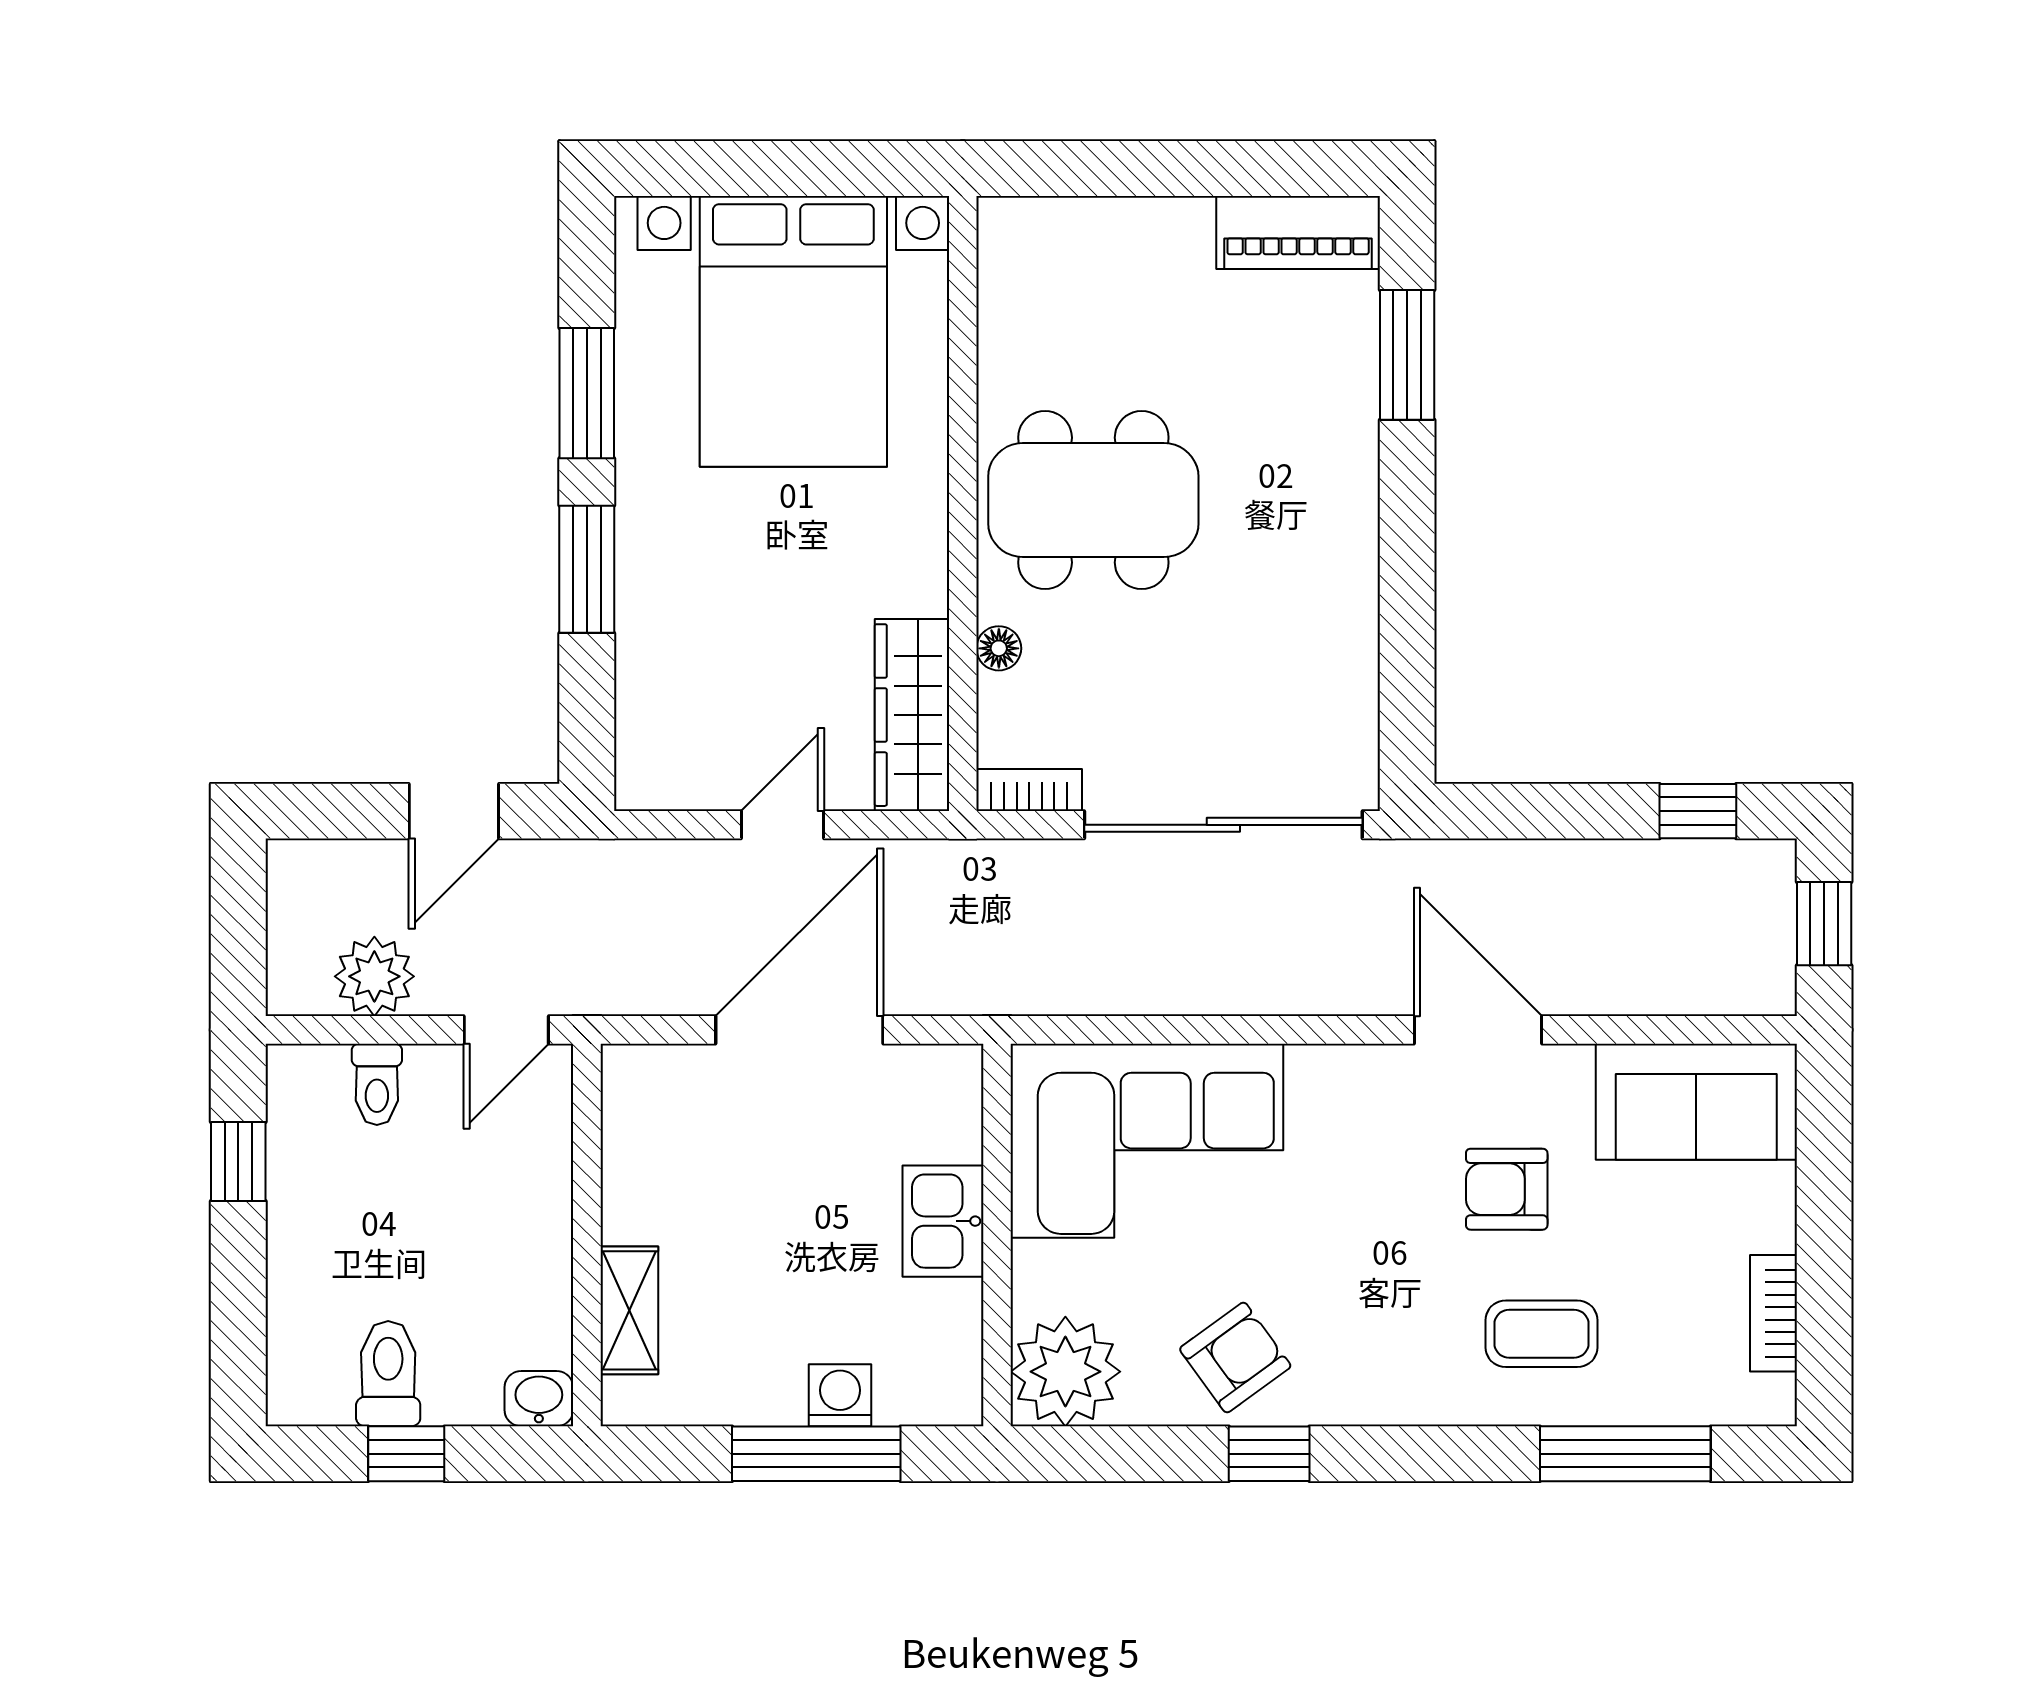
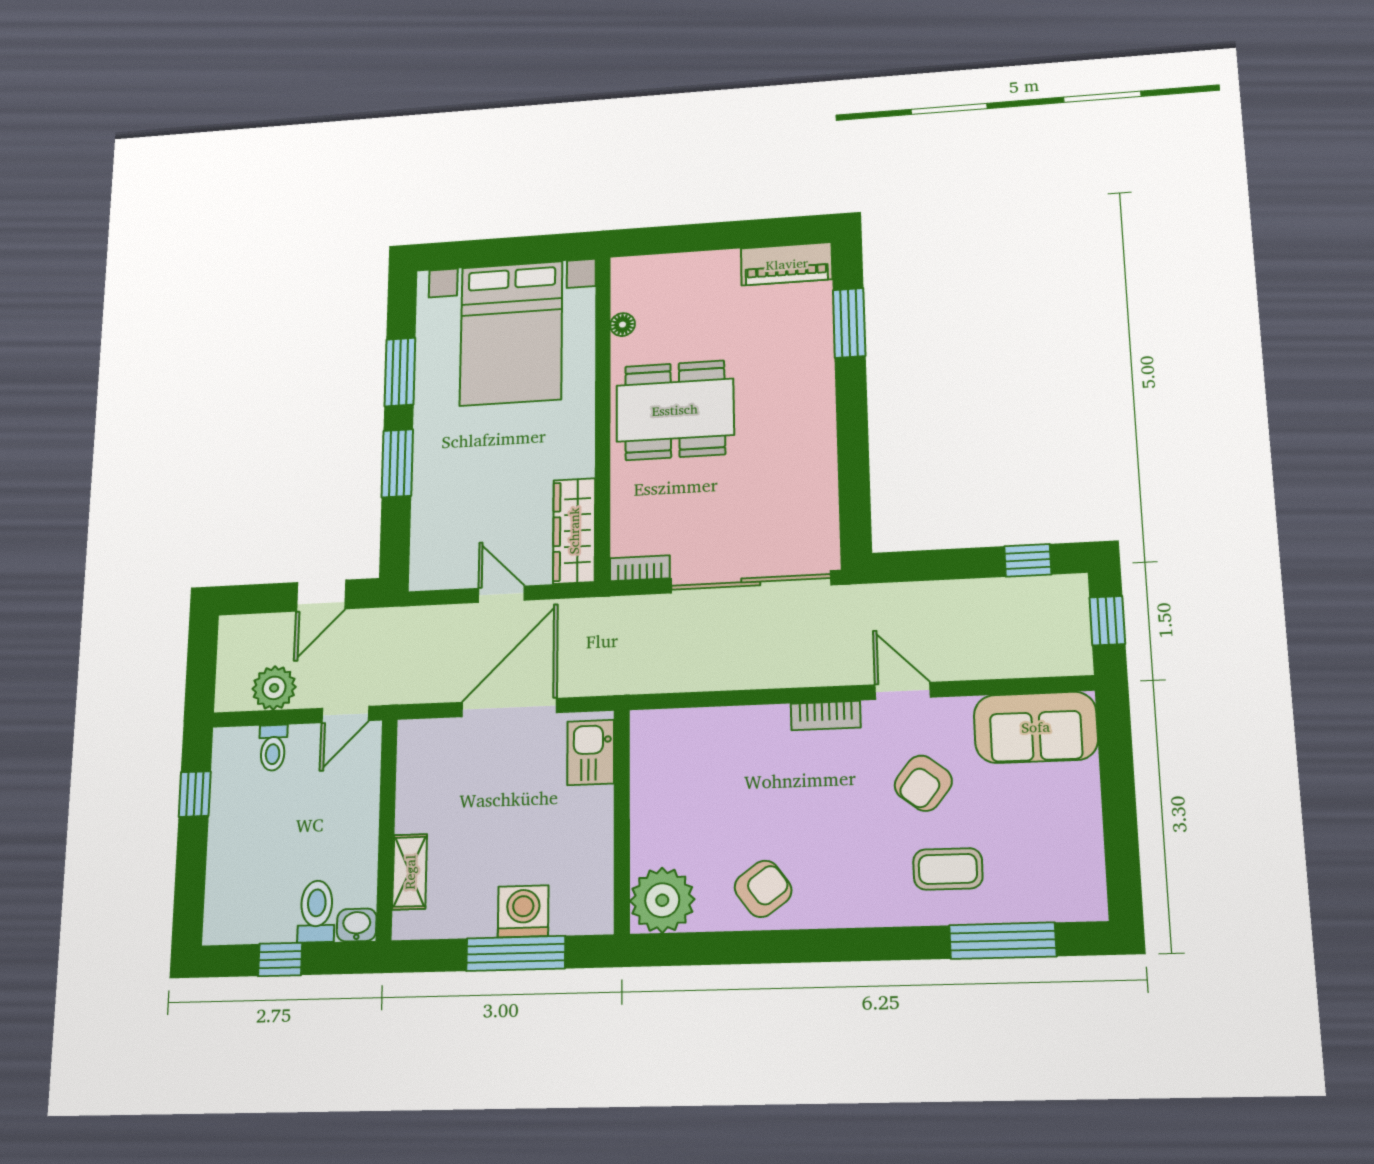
floor lamp: (999, 648) -> (623, 325), moved
door: (783, 825) -> (501, 594), hinge flipped
door: (1478, 1030) -> (903, 691), width x0.73
corner sofa: (1147, 1141) -> (709, 763), removed
armchair: (1507, 1189) -> (923, 783), turned -52
kitchen sink: (943, 1221) -> (591, 752), moved
bookcase: (1773, 1313) -> (826, 716), moved, turned -90
toilet: (388, 1374) -> (316, 911), moved
washing machine: (840, 1395) -> (523, 911), width x1.38, depth x1.38
window: (1269, 1454) -> (785, 946), removed

